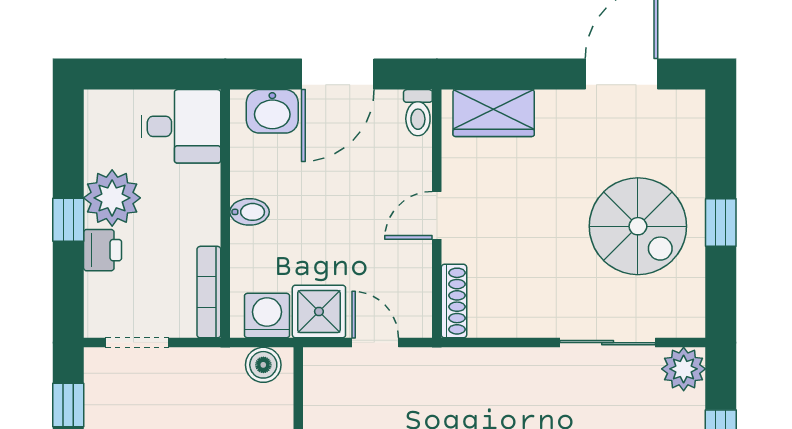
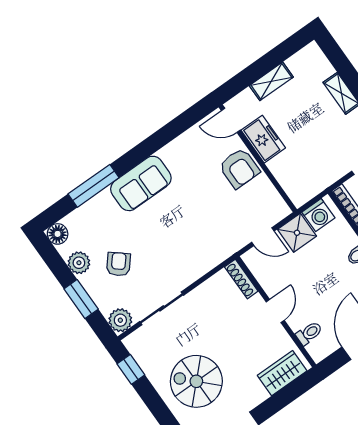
toilet: (418, 113) -> (309, 333), moved, turned 90
window: (721, 223) -> (131, 369), moved
spiral stairs: (638, 226) -> (196, 381), moved
boiler: (263, 365) -> (305, 192), removed

